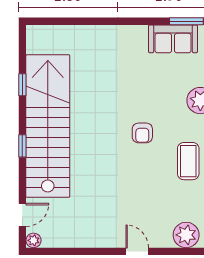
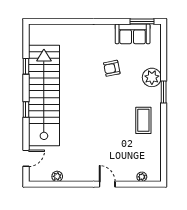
armchair: (142, 133) -> (112, 68), moved, turned 79
plant: (186, 235) -> (142, 177), width x0.53, depth x0.53
plant: (34, 240) -> (57, 176), moved

